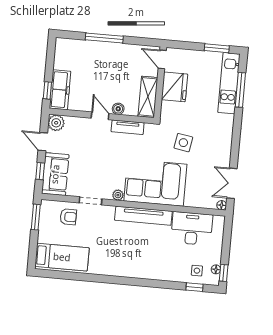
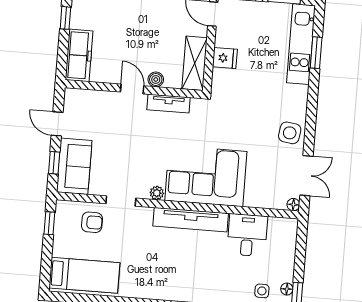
fridge: (174, 87) -> (225, 58), width x0.53, depth x0.75
window: (47, 90) -> (65, 18), moved
window: (240, 90) -> (316, 53), width x0.69
plant: (56, 123) -> (74, 99), removed
side table: (183, 143) -> (290, 133), moved
double door: (232, 183) -> (306, 176), swing flipped
window: (36, 217) -> (49, 223), width x0.67
desk: (192, 229) -> (247, 235), width x0.73

